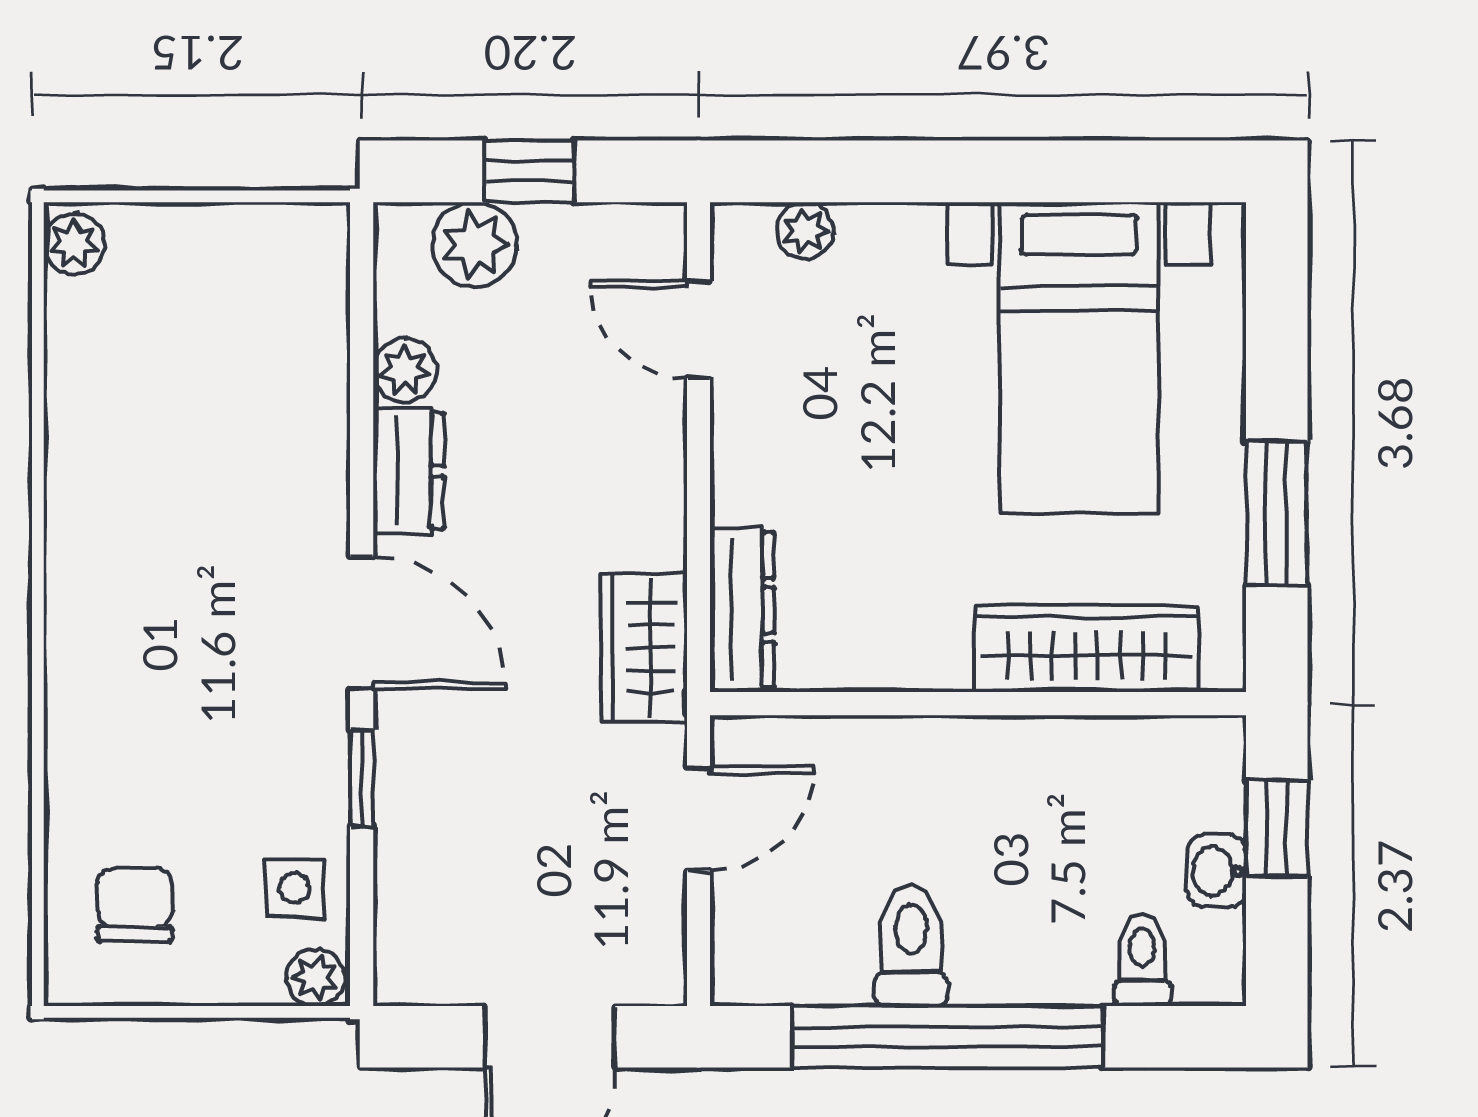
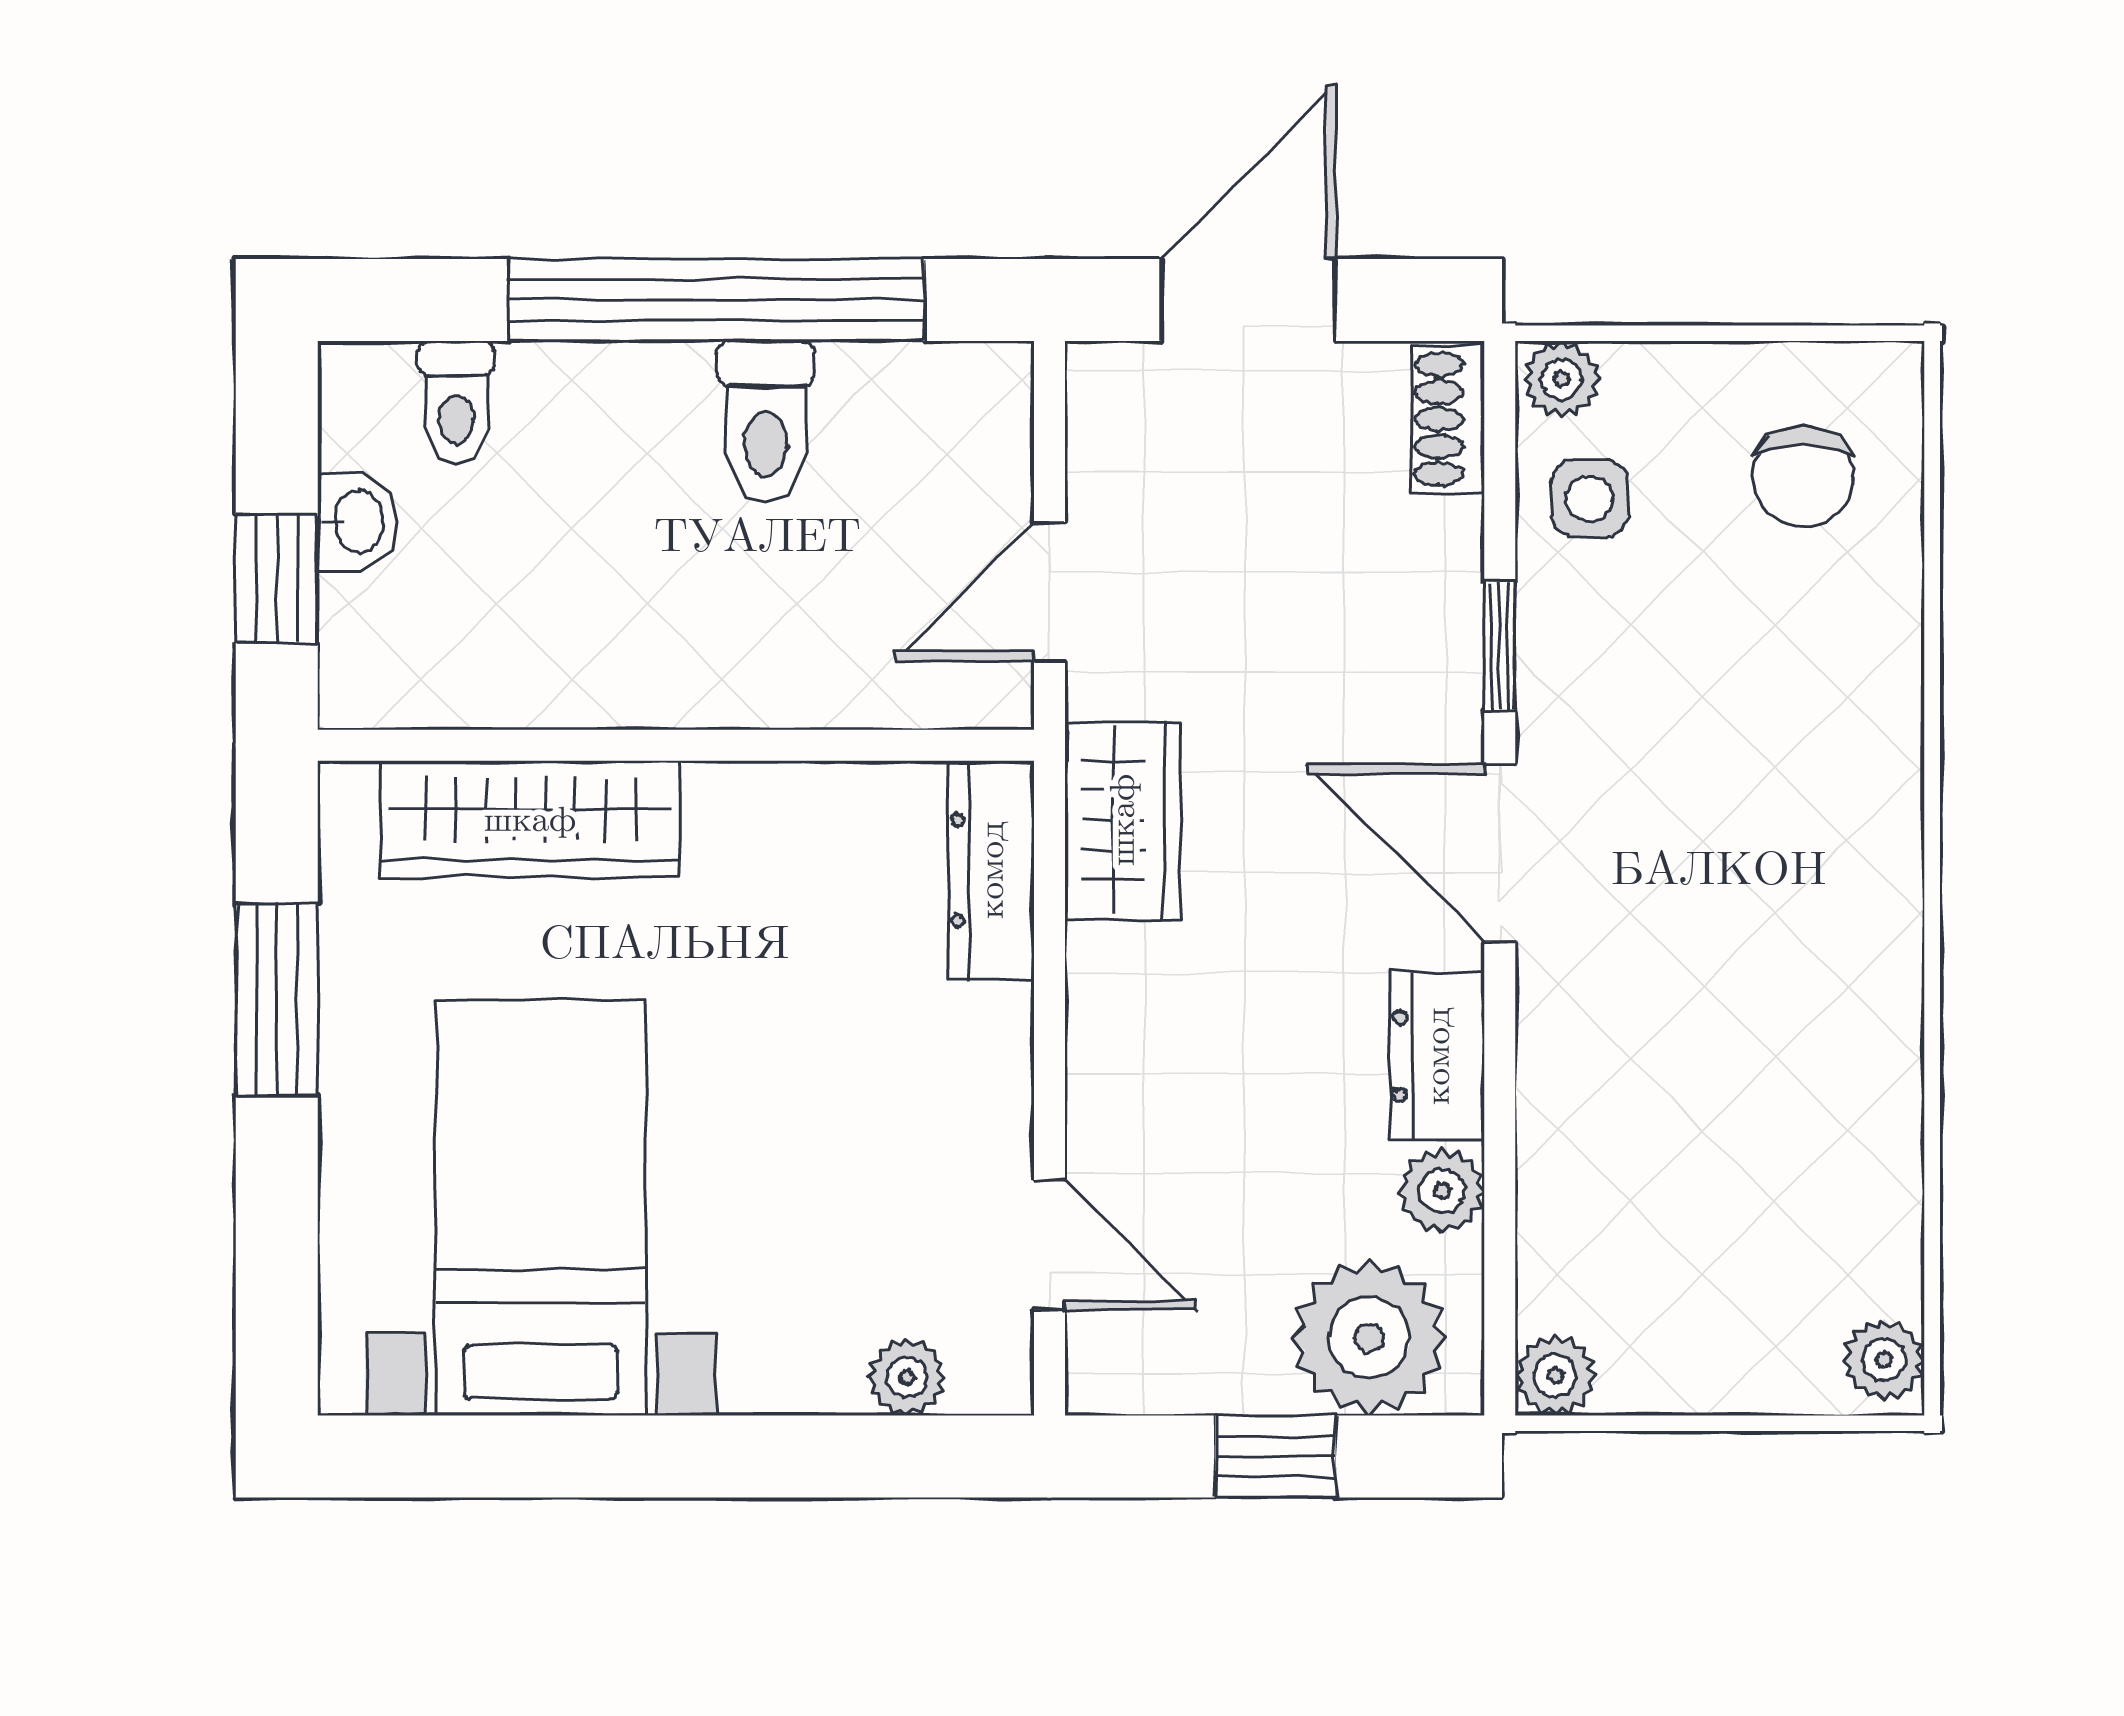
plant: (320, 232) -> (1555, 1375), added
plant: (475, 245) -> (1369, 1338), width x1.36, depth x1.36
shoe rack: (400, 947) -> (1448, 419), added

